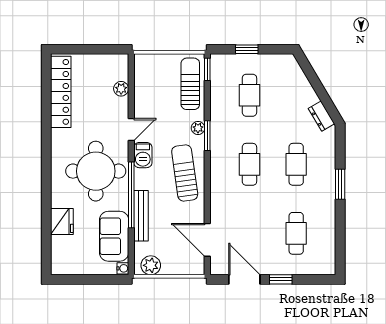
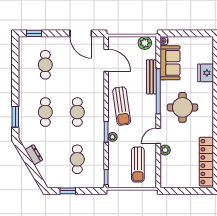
window: (247, 49) -> (68, 191), moved
sun lounger: (190, 84) -> (138, 165), moved
plant: (121, 89) -> (165, 150), moved
dresser: (321, 116) -> (34, 155), moved
barbecue: (143, 155) -> (150, 118), removed
round table: (96, 171) -> (182, 107), width x0.73, depth x0.73
window: (340, 184) -> (15, 117), moved
window: (281, 279) -> (34, 33), moved

